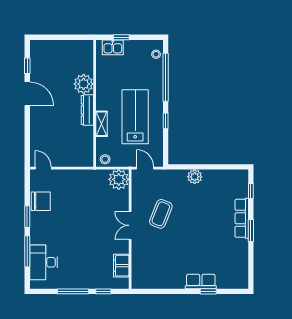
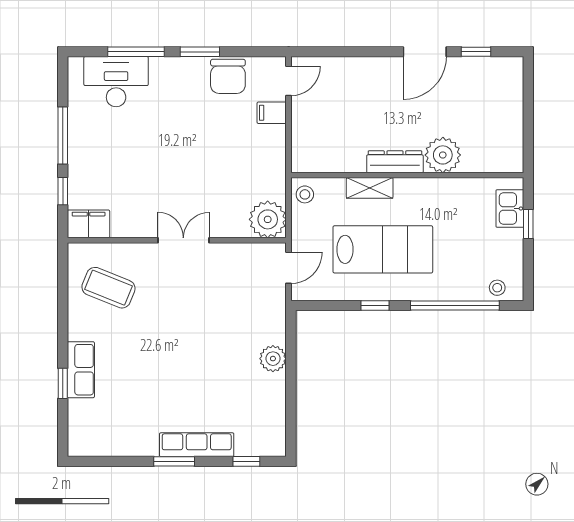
filing cabinet: (61, 177) -> (272, 113), added
coffee table: (161, 214) -> (108, 288), moved
filing cabinet: (121, 266) -> (89, 224), moved

